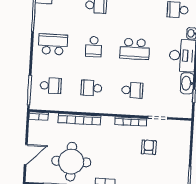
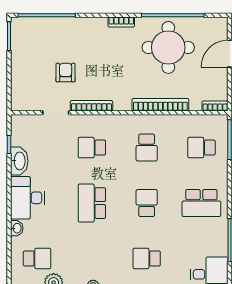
school desk: (135, 49) -> (92, 203), turned -90
school desk: (91, 88) -> (147, 148), turned 90
armchair: (149, 147) -> (66, 73), turned 180

